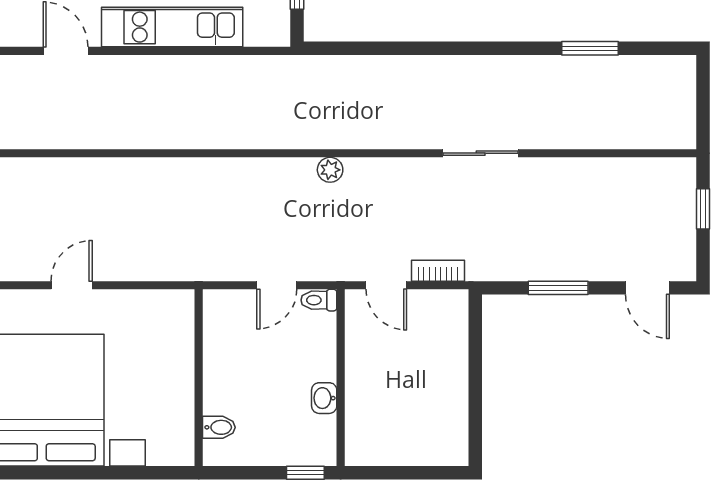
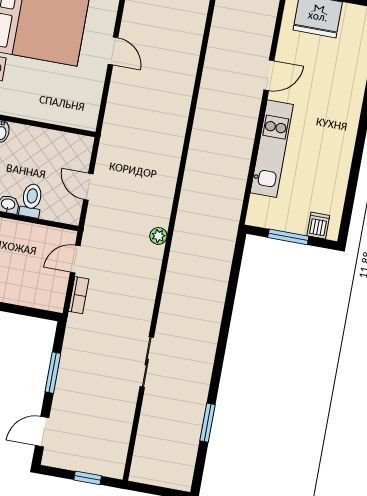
sliding door: (481, 153) -> (147, 362), moved
toilet: (319, 300) -> (31, 200), moved, width x1.37, depth x1.39

